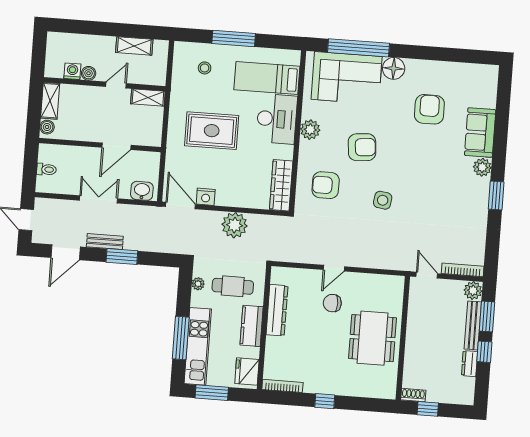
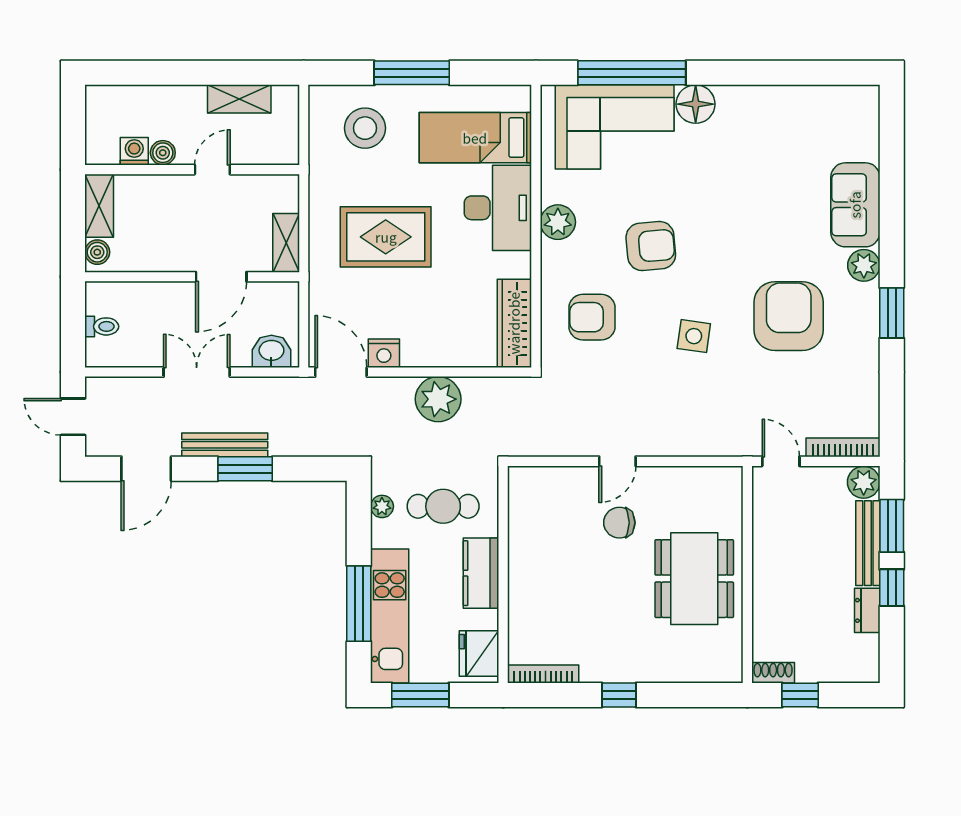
stool: (205, 68) -> (365, 128), width x1.89, depth x1.89
shelving: (148, 97) -> (286, 243), moved, turned 90
armchair: (429, 109) -> (789, 316), moved, width x1.36, depth x1.36
bench: (105, 242) -> (225, 445), width x1.36
dresser: (277, 310) -> (524, 542), removed

